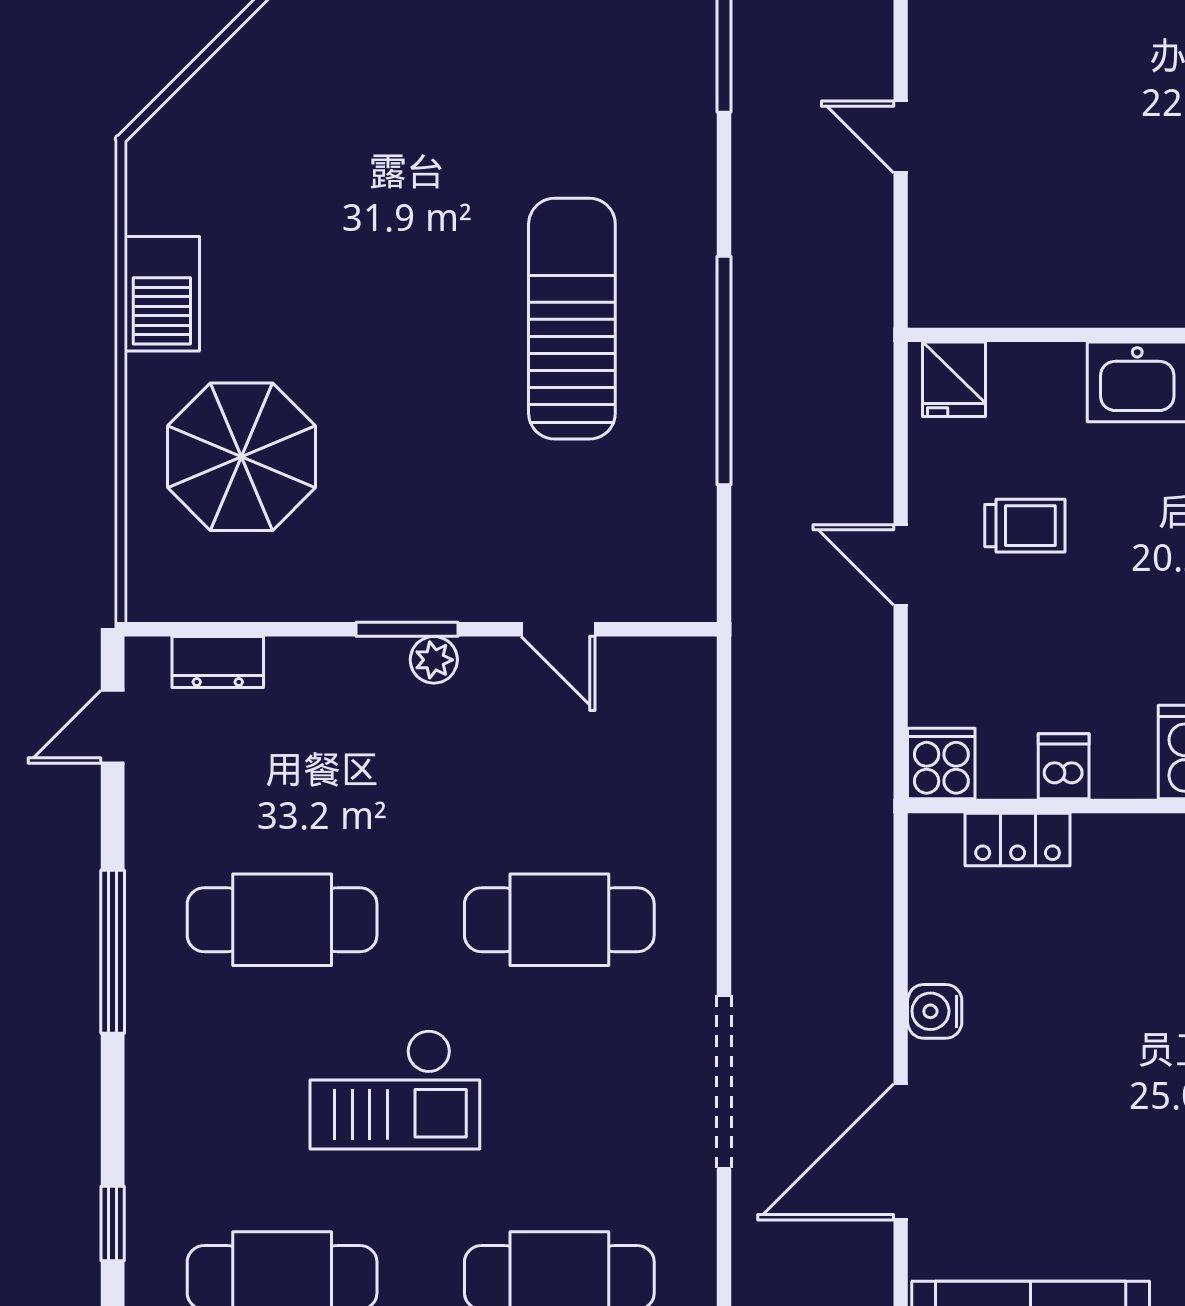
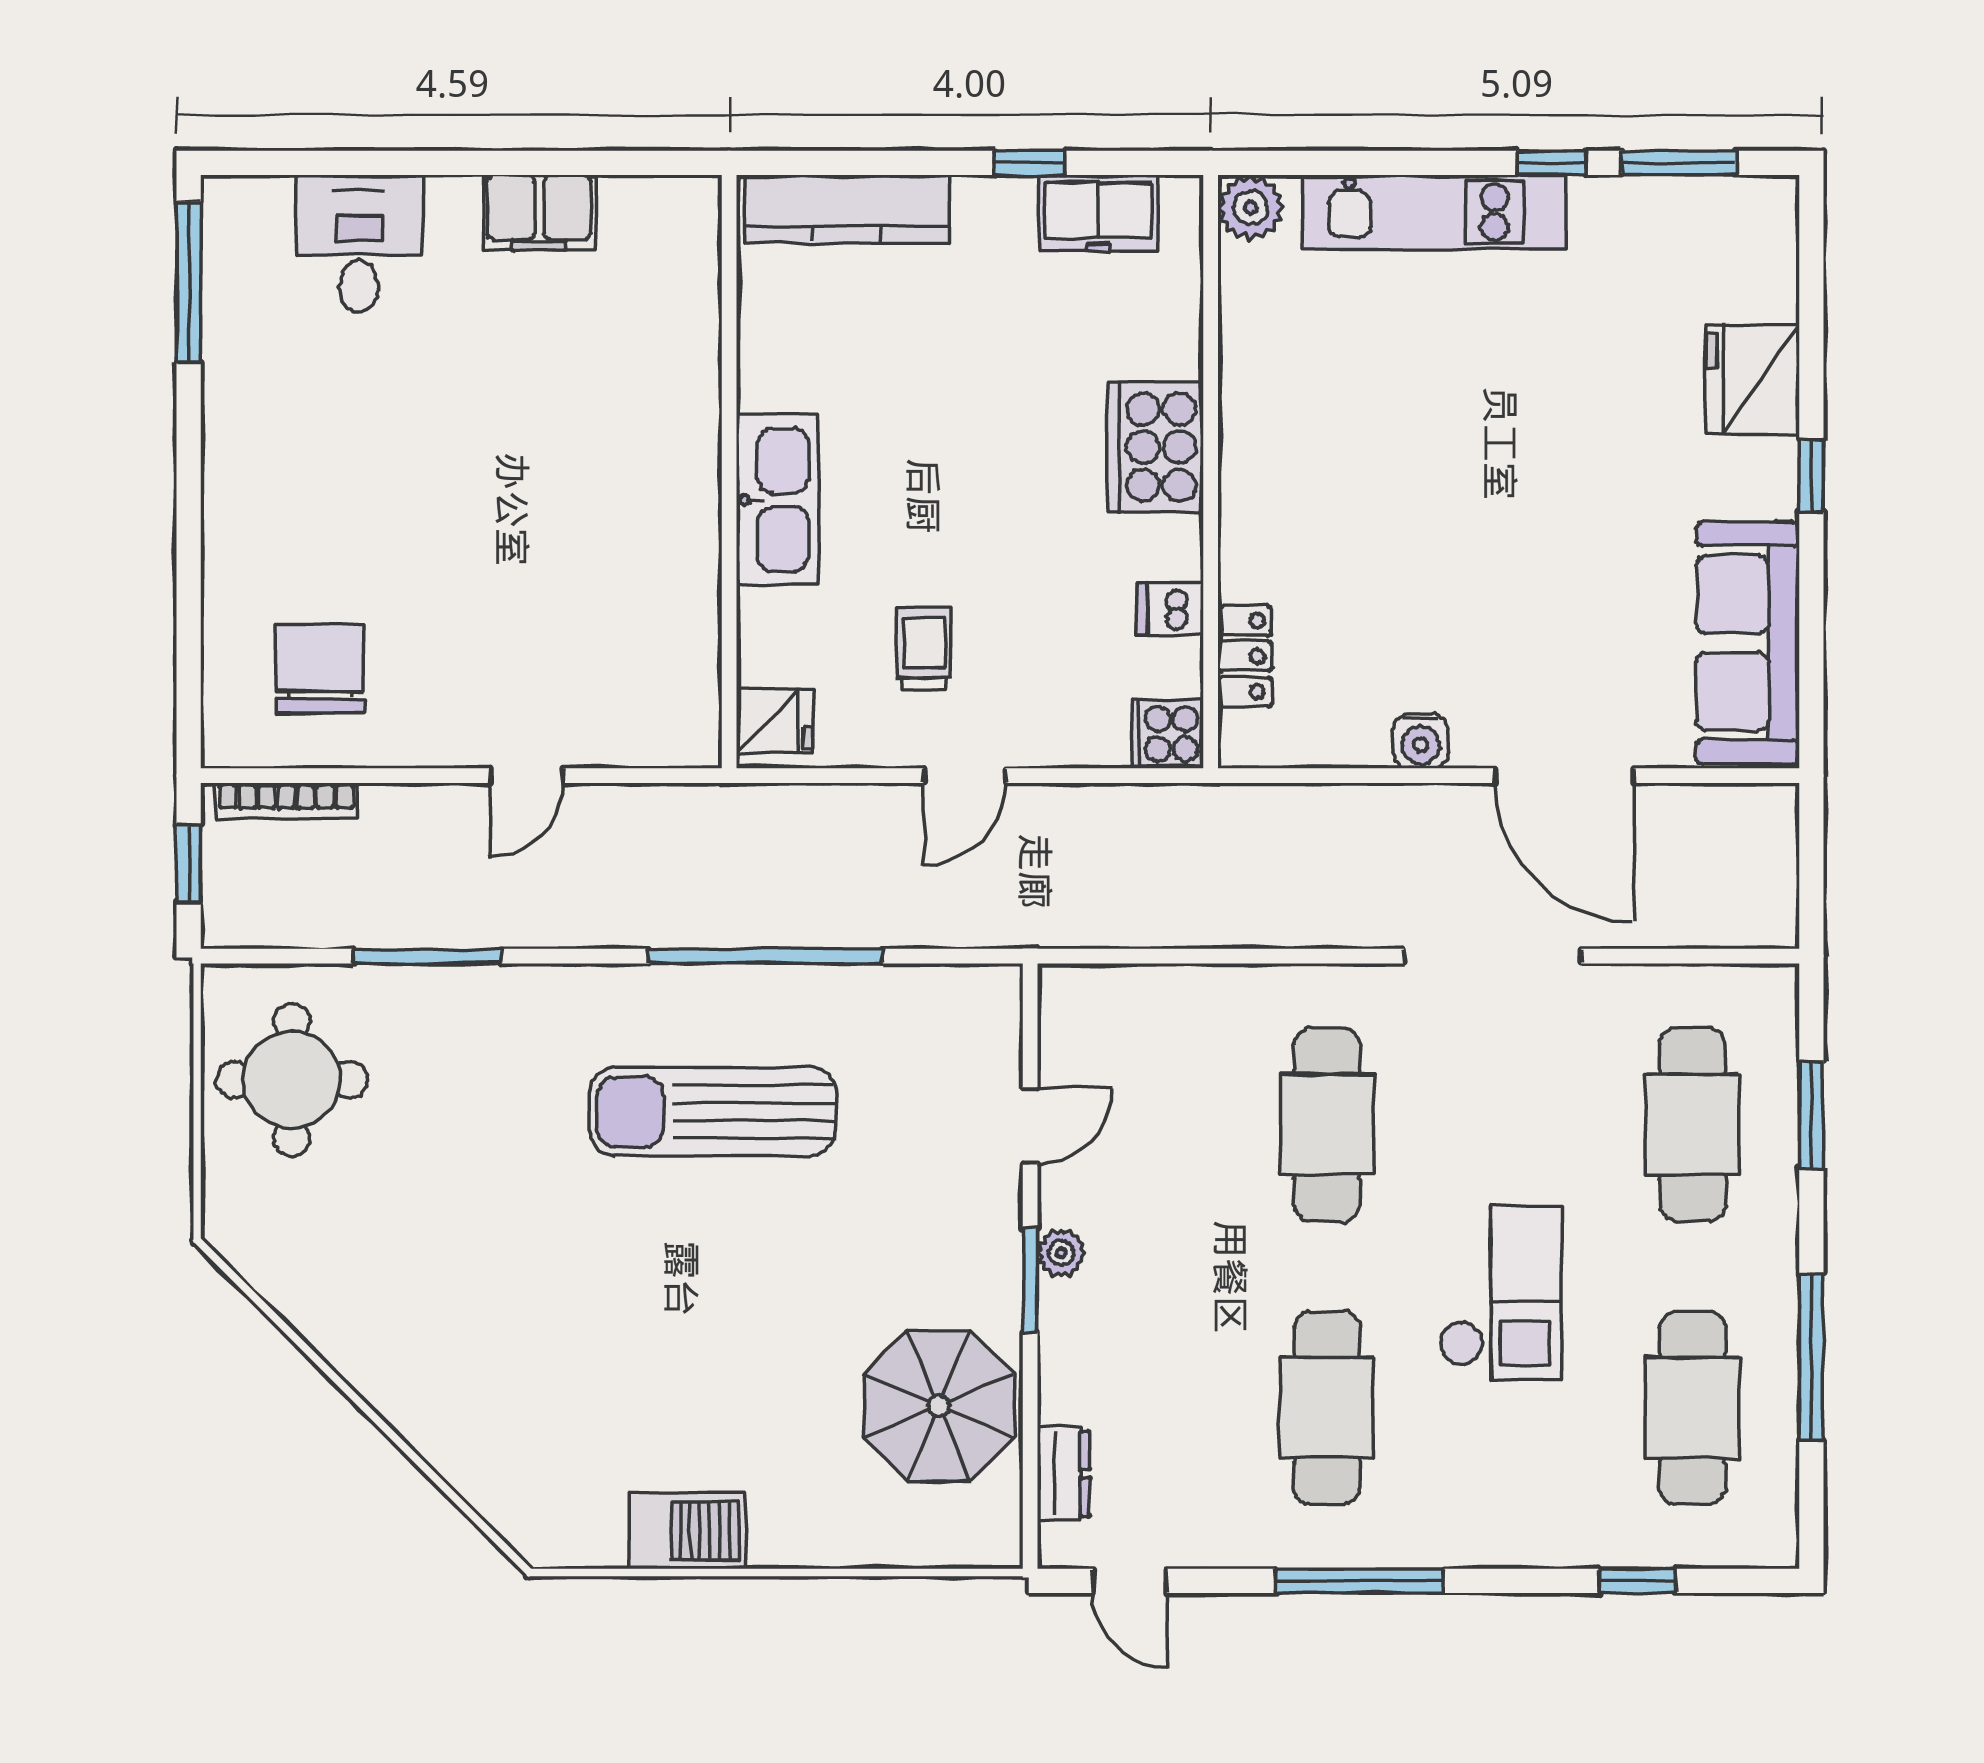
parasol: (241, 457) -> (939, 1406), moved

